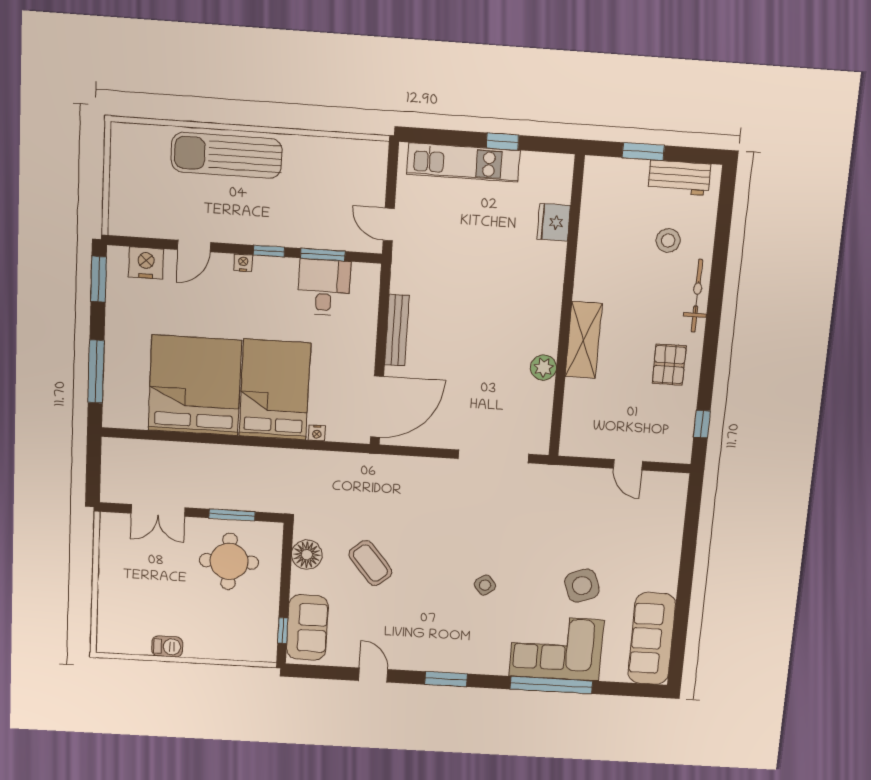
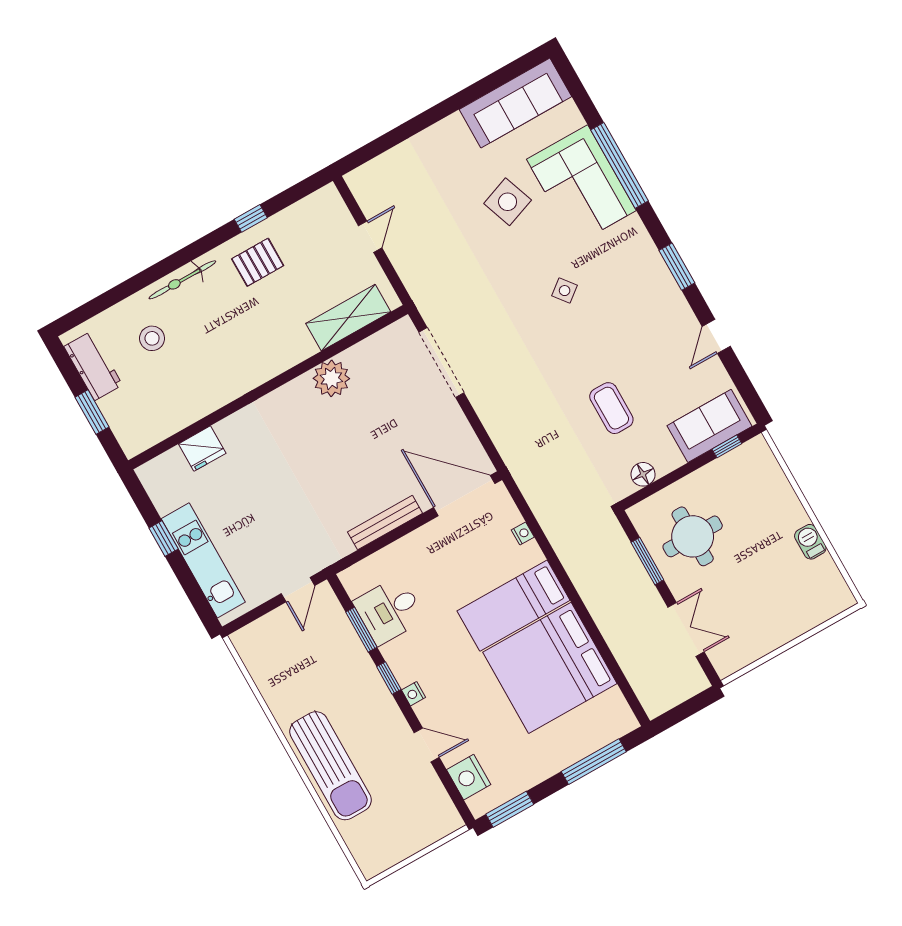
shelving: (584, 340) -> (348, 318), moved
plant: (543, 368) -> (331, 378), width x1.36, depth x1.36
bed: (275, 390) -> (514, 606), width x0.67
window: (702, 424) -> (251, 218), moved
floor lamp: (307, 555) -> (643, 474), width x0.73, depth x0.73
coffee table: (370, 563) -> (611, 408), turned -50

